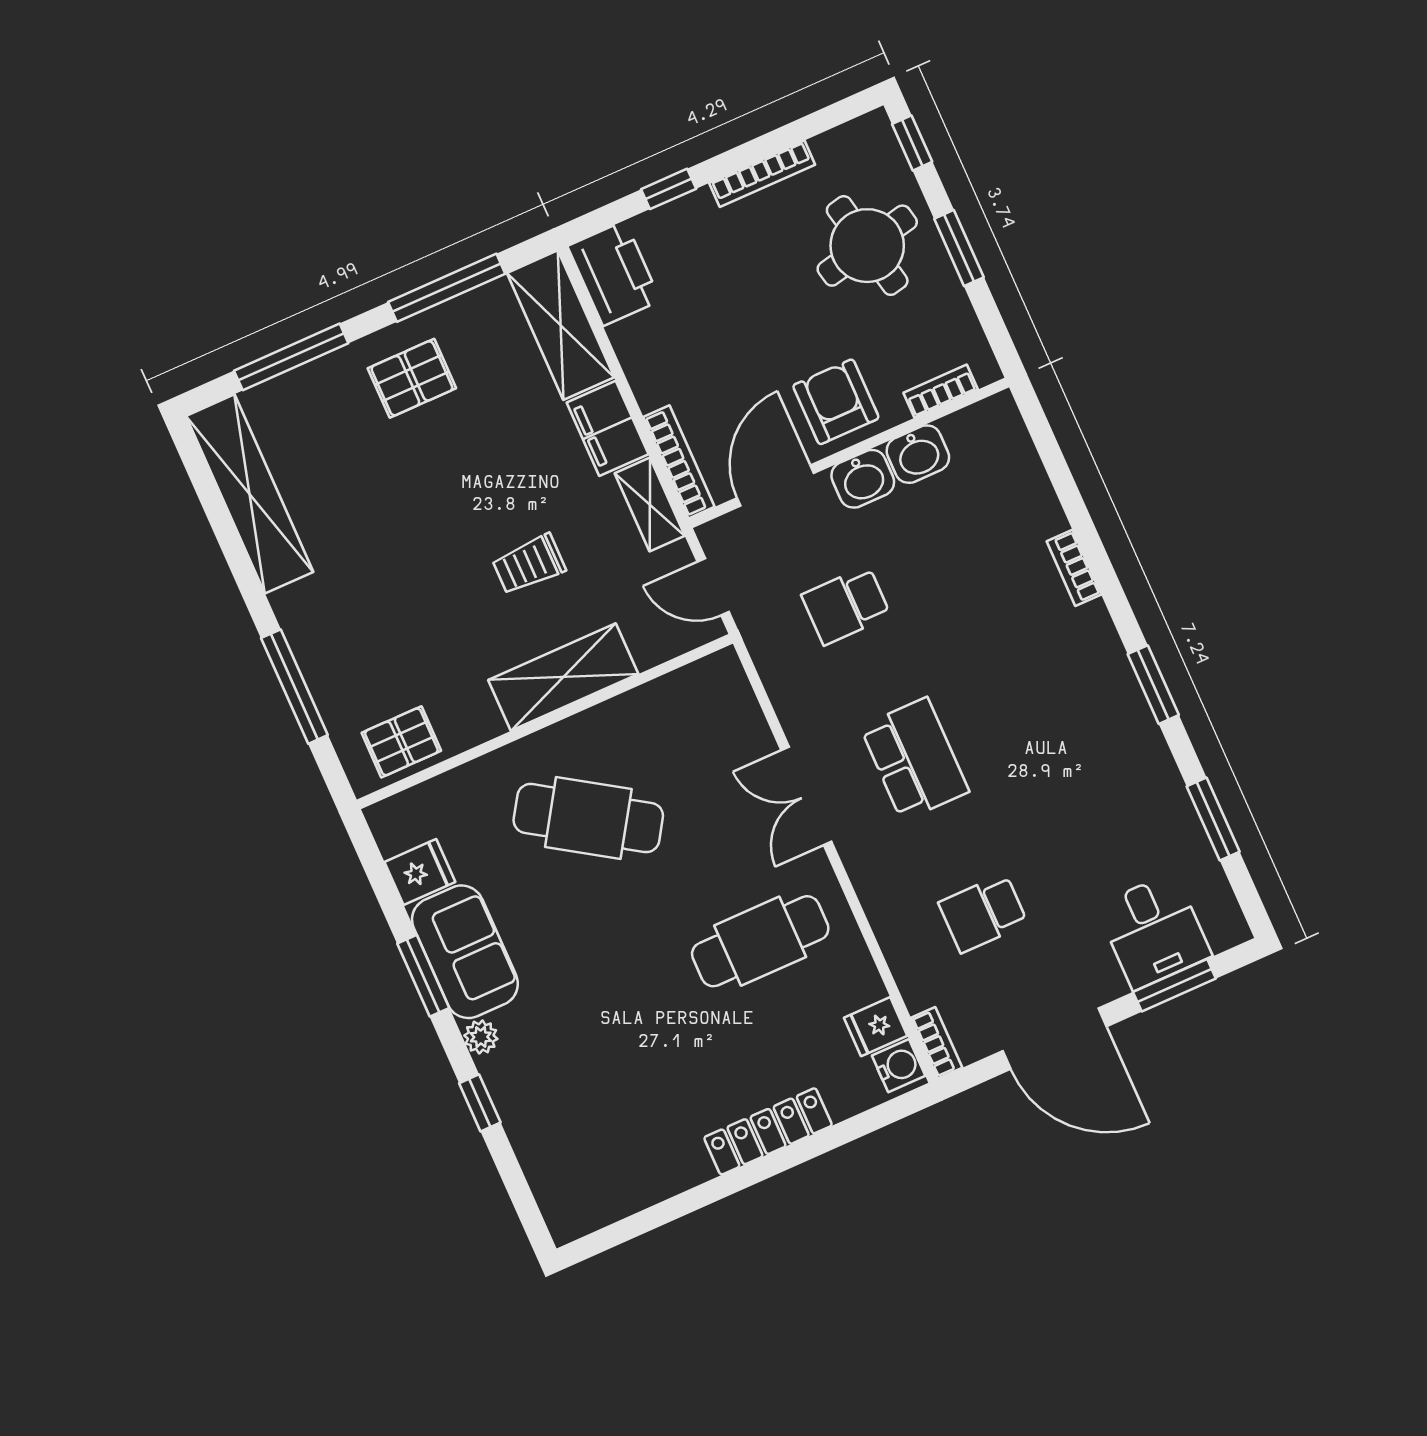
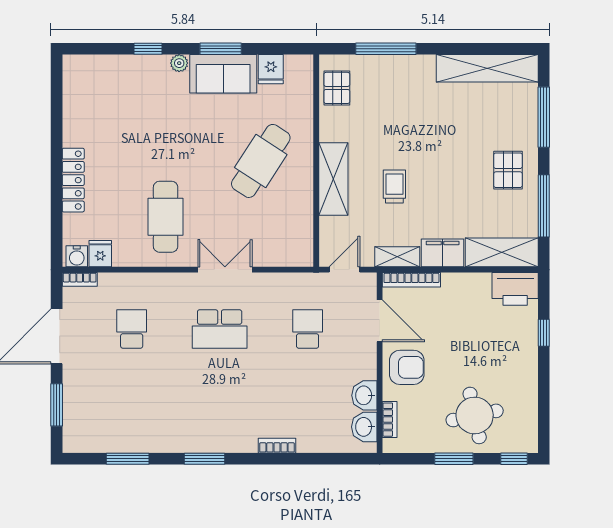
bookcase: (762, 174) -> (531, 381), removed
washbasin: (863, 479) -> (364, 427), moved
desk: (1154, 931) -> (87, 407), removed

